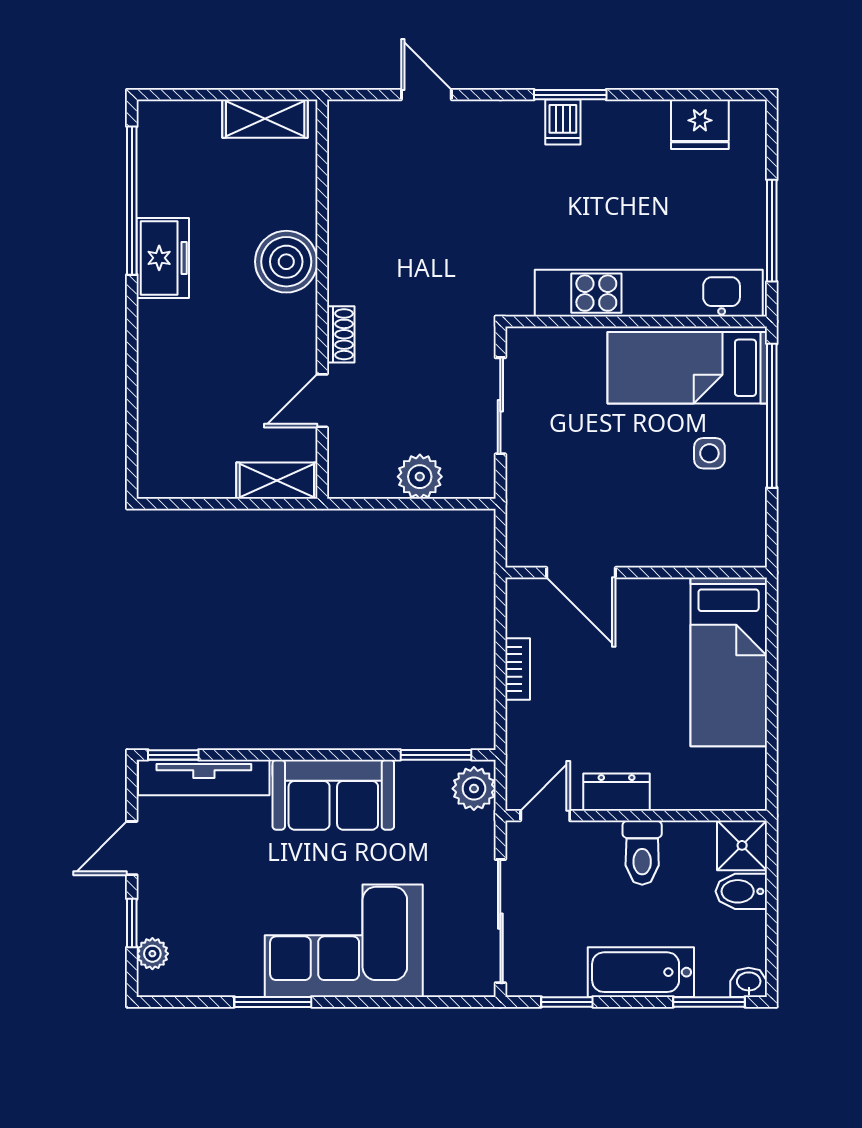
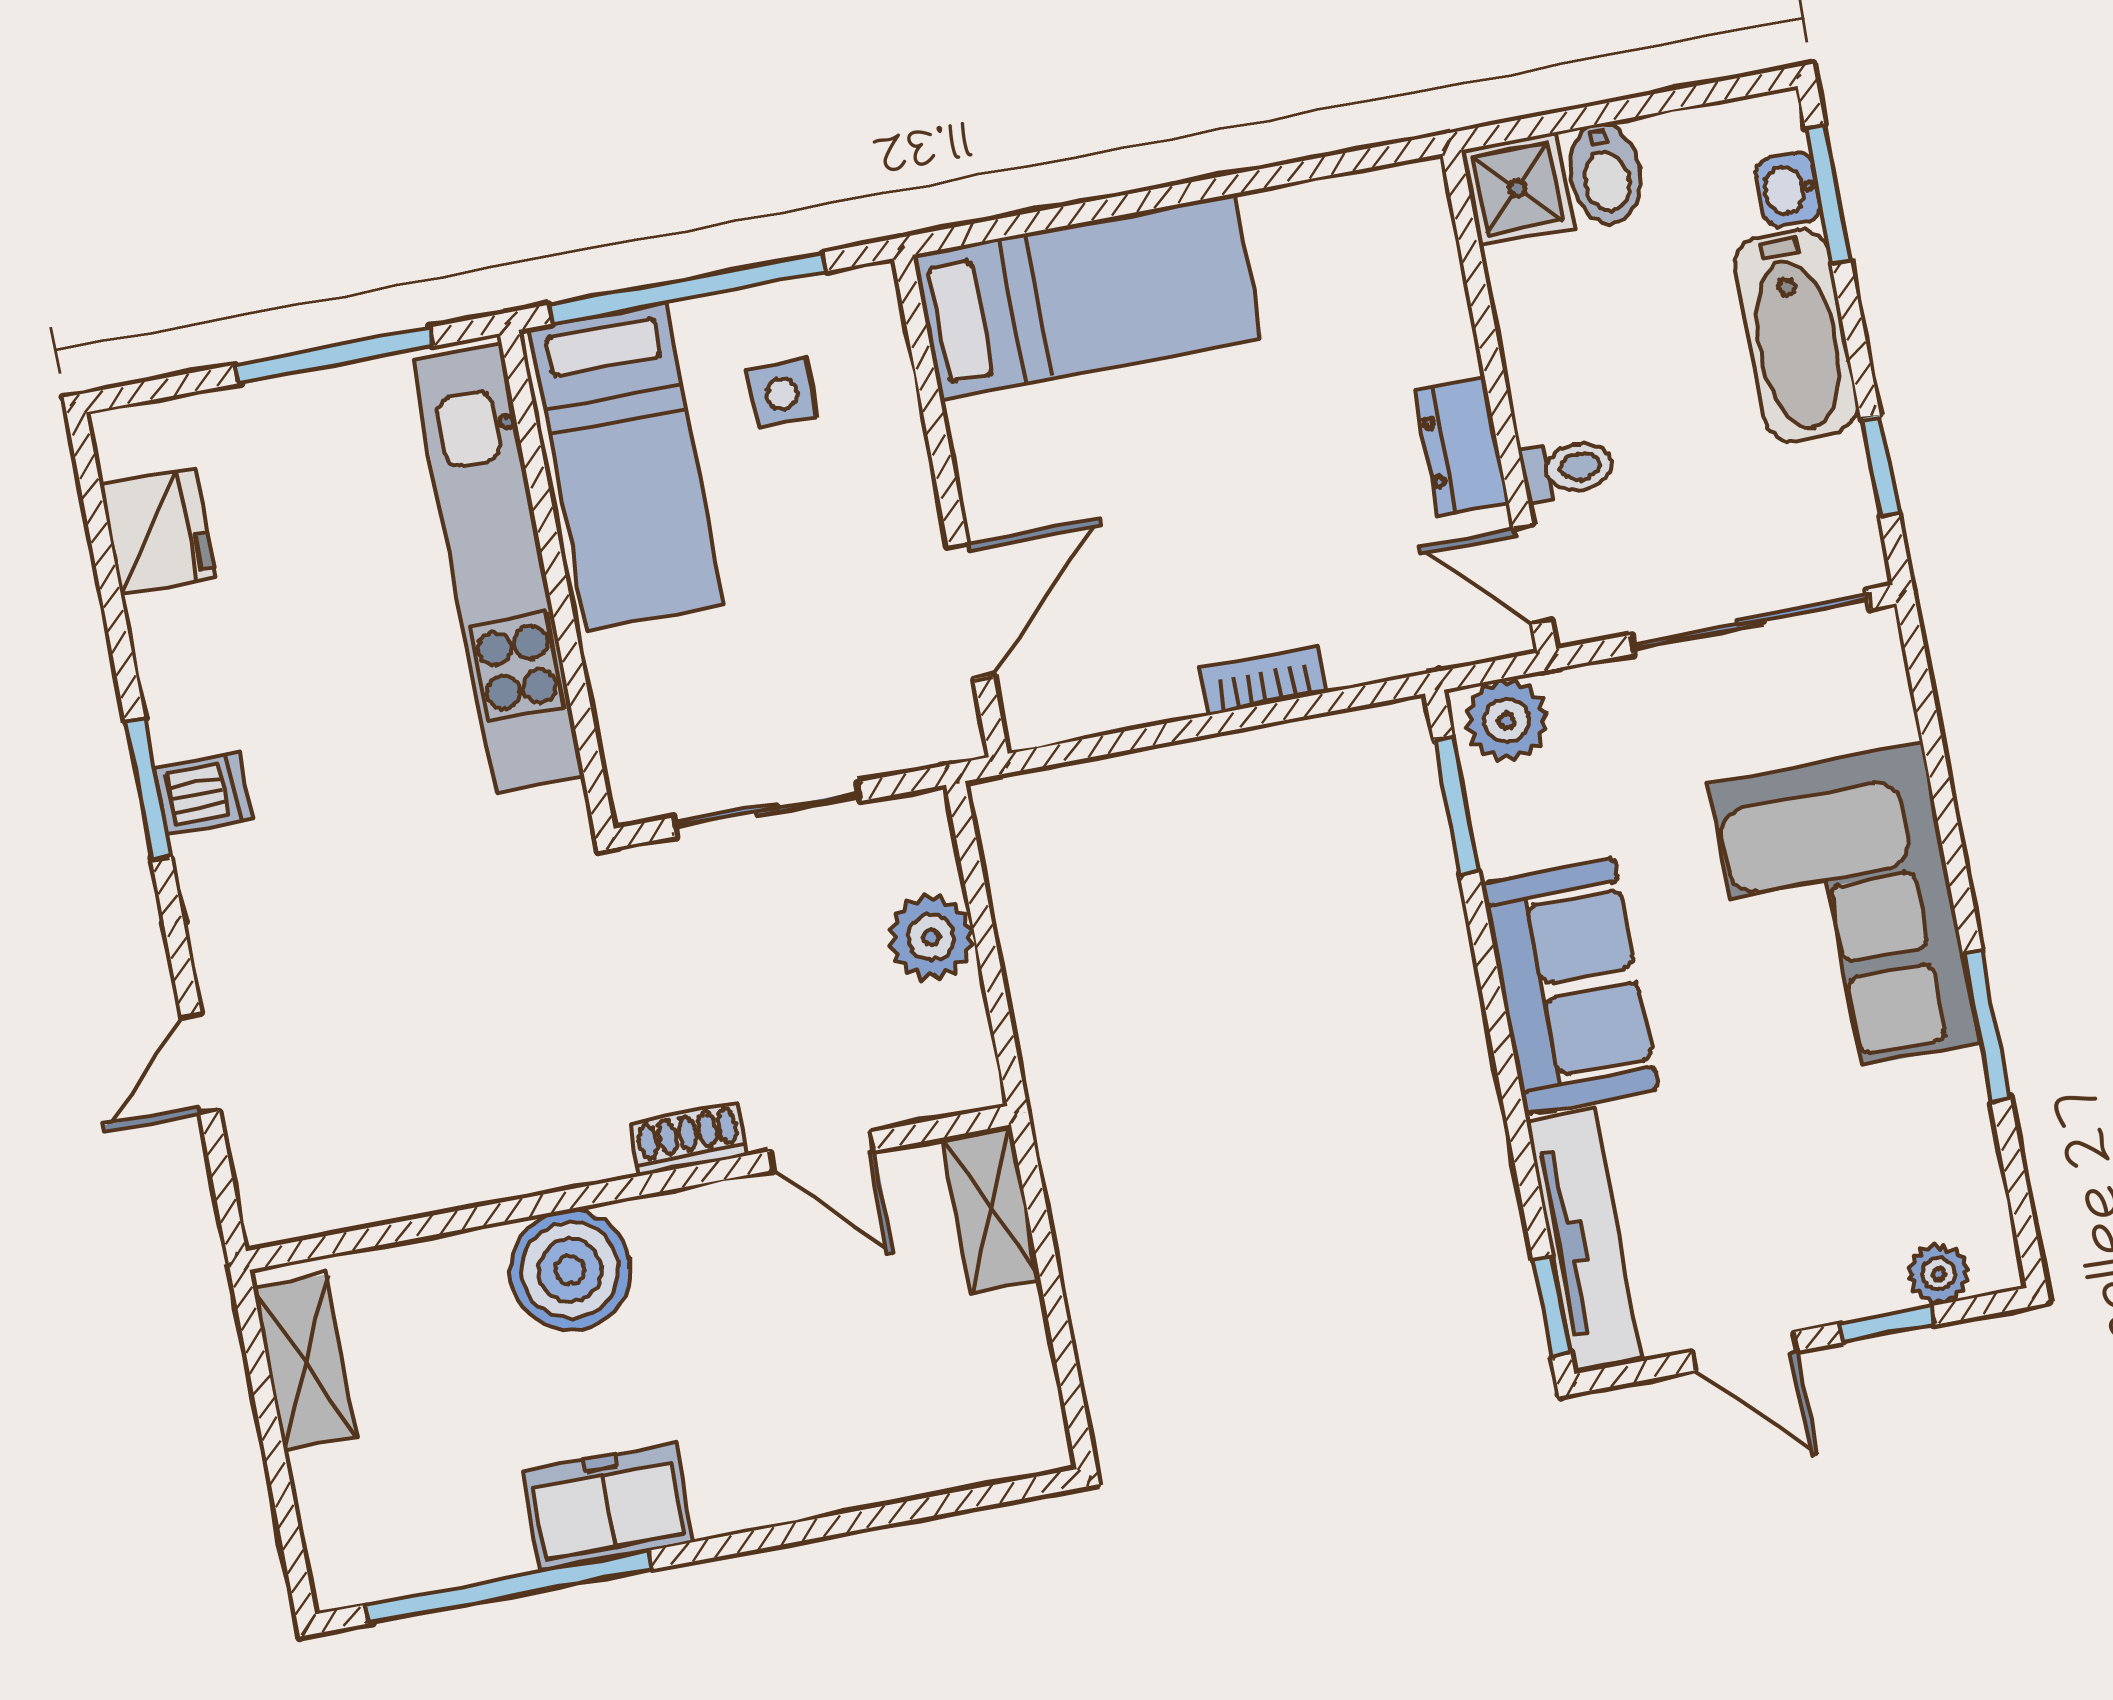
door: (581, 573) -> (971, 611), moved
wall: (636, 573) -> (951, 506), moved
bed: (729, 662) -> (1087, 297), moved
toilet: (642, 853) -> (1568, 469), moved, width x0.73, depth x0.72
washbasin: (749, 982) -> (1788, 190), moved

